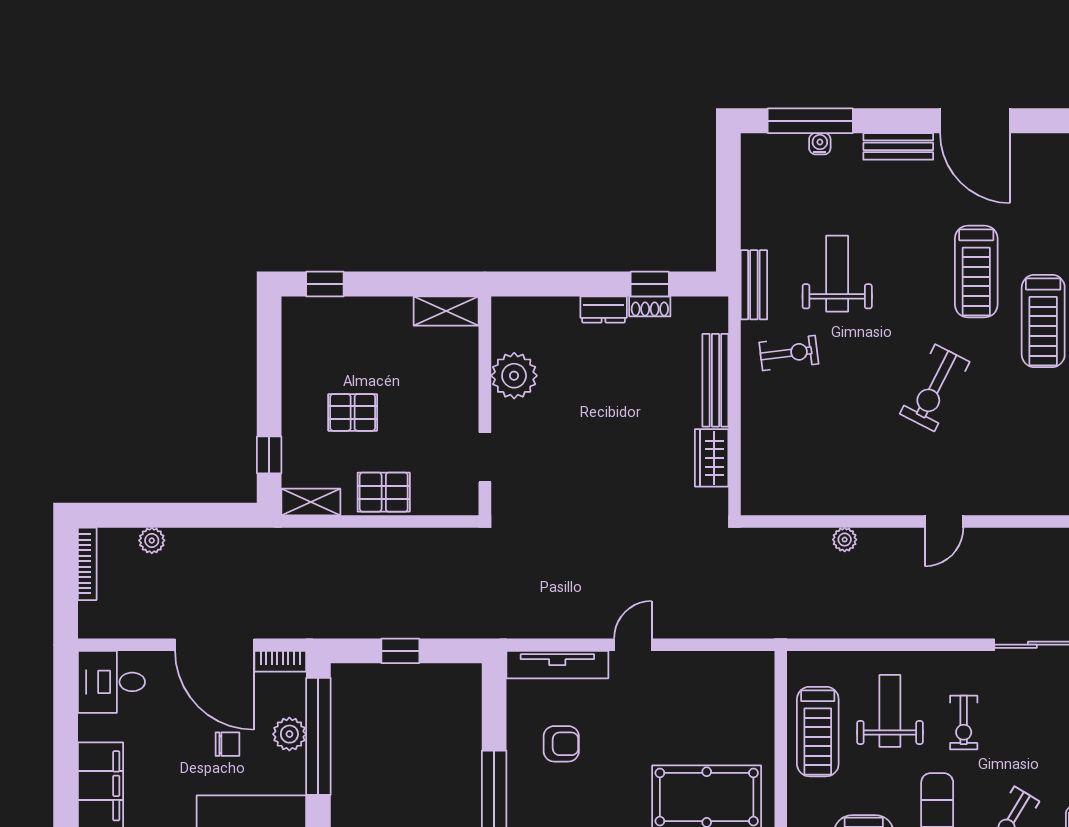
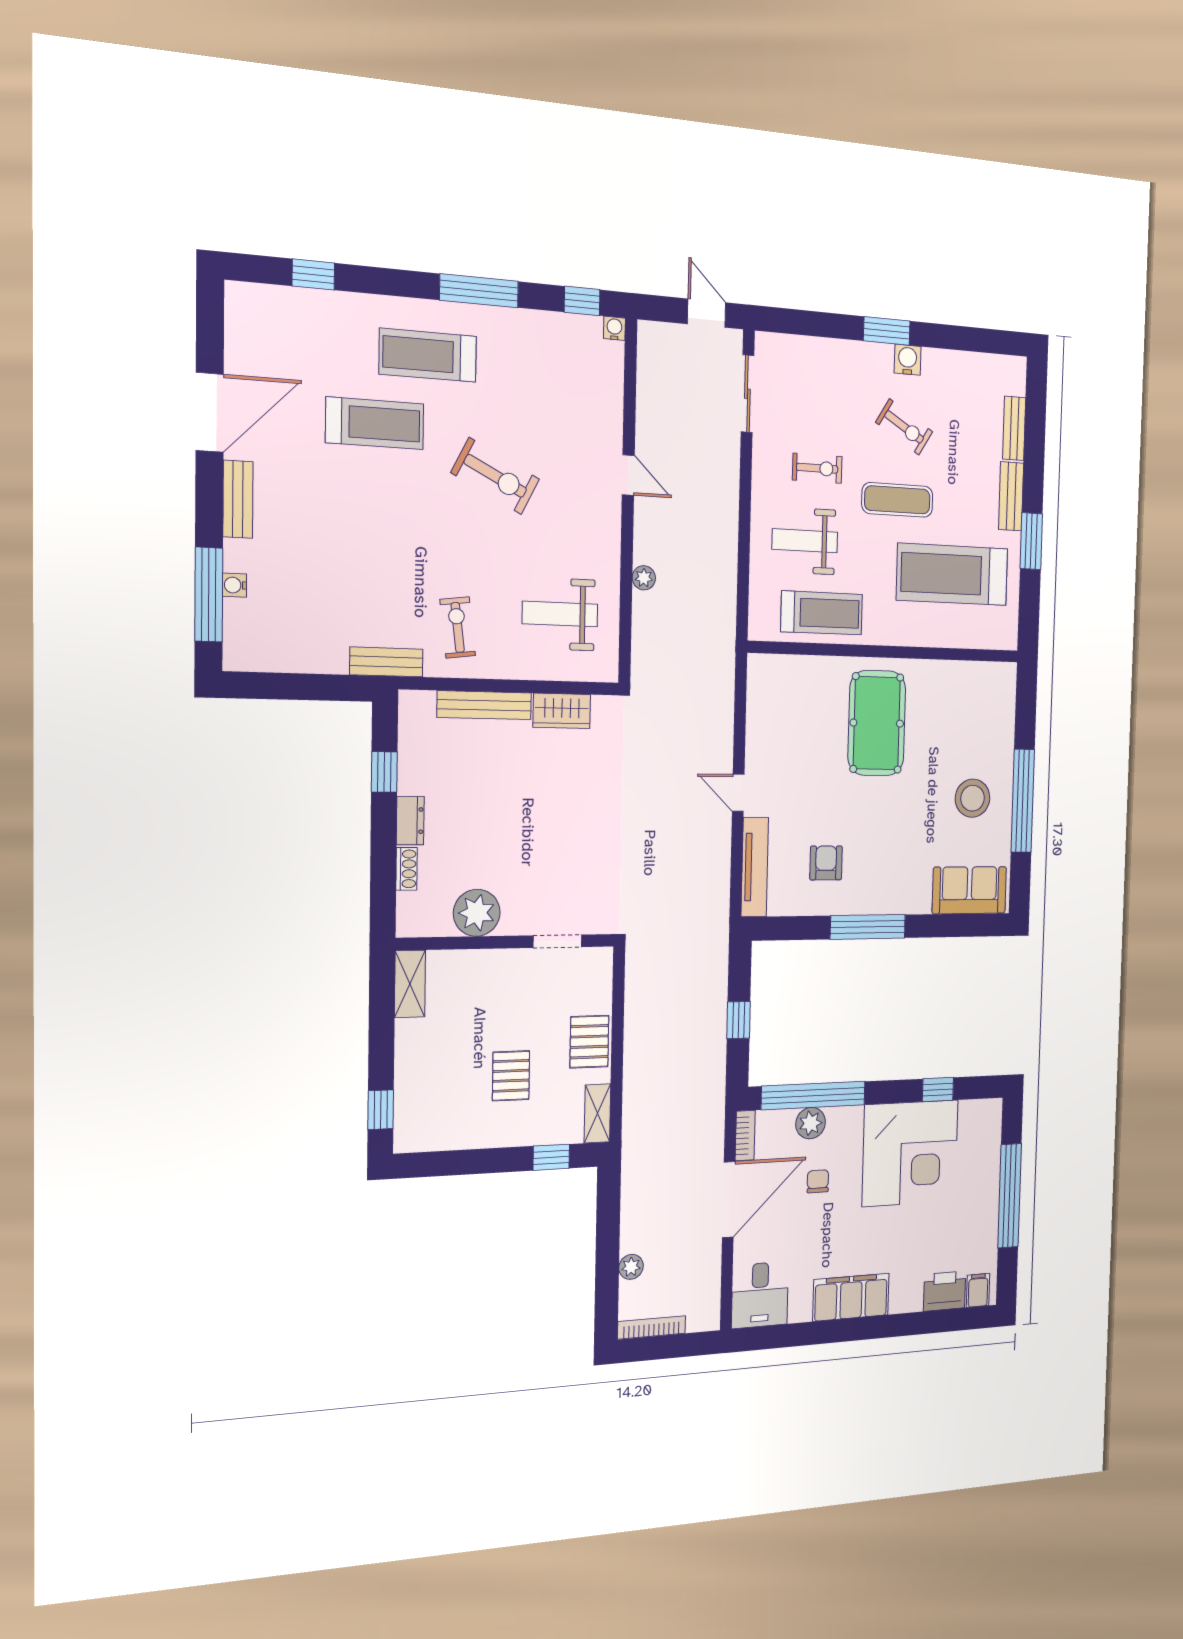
weight bench: (837, 274) -> (560, 614), moved
shoe rack: (650, 306) -> (407, 869), moved
treadmill: (1043, 321) -> (428, 355), turned 180

